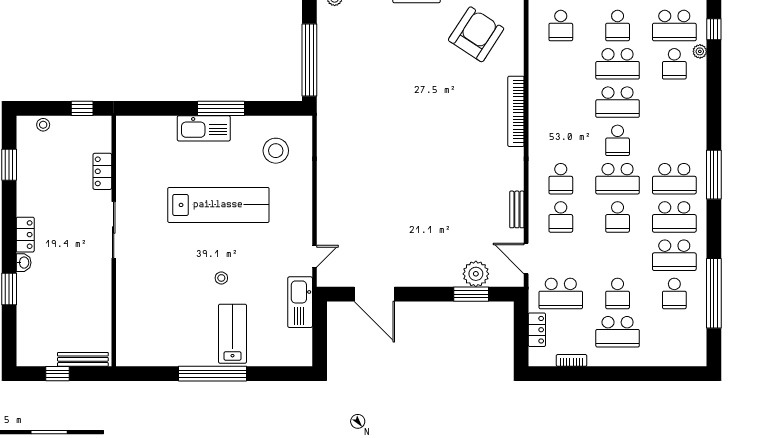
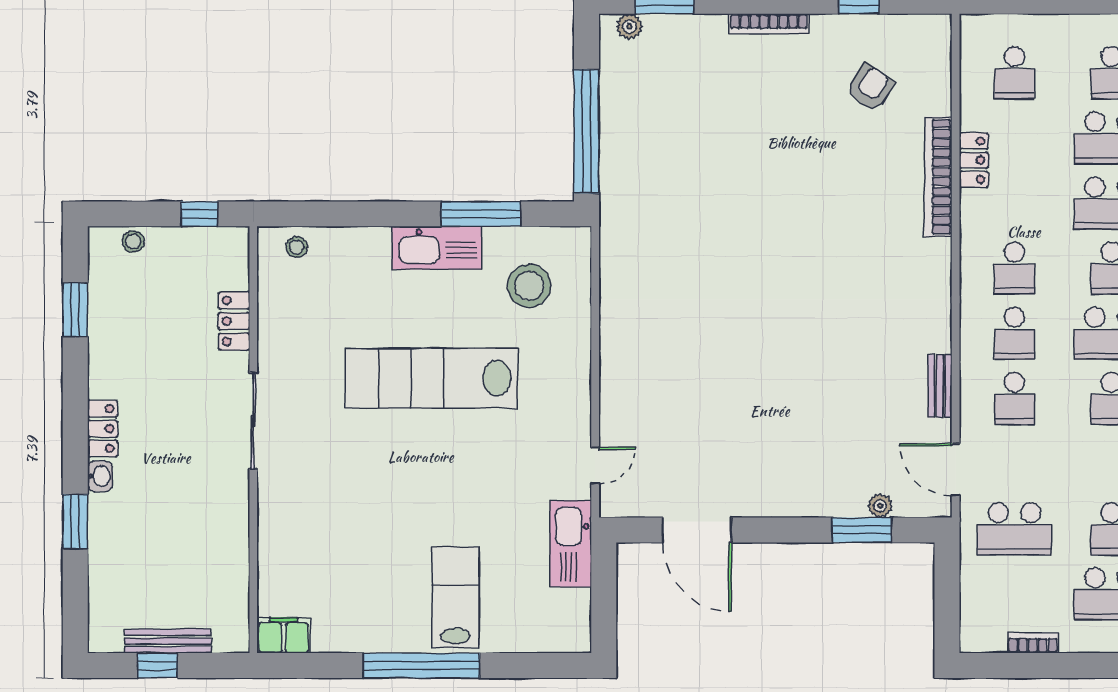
armchair: (476, 34) -> (870, 88), width x0.53, depth x0.53
window: (221, 108) -> (481, 214), moved
bookcase: (516, 111) -> (938, 177), moved
kitchen sink: (204, 128) -> (437, 248), moved
school desk: (561, 140) -> (1014, 268), added
lab bench: (218, 205) -> (432, 378), turned 180
plant: (476, 274) -> (880, 506), width x0.53, depth x0.53
stool: (221, 278) -> (297, 247), moved
locker: (537, 330) -> (974, 160), moved
filing cabinet: (131, 356) -> (284, 635), added
bench: (83, 359) -> (168, 641), moved

